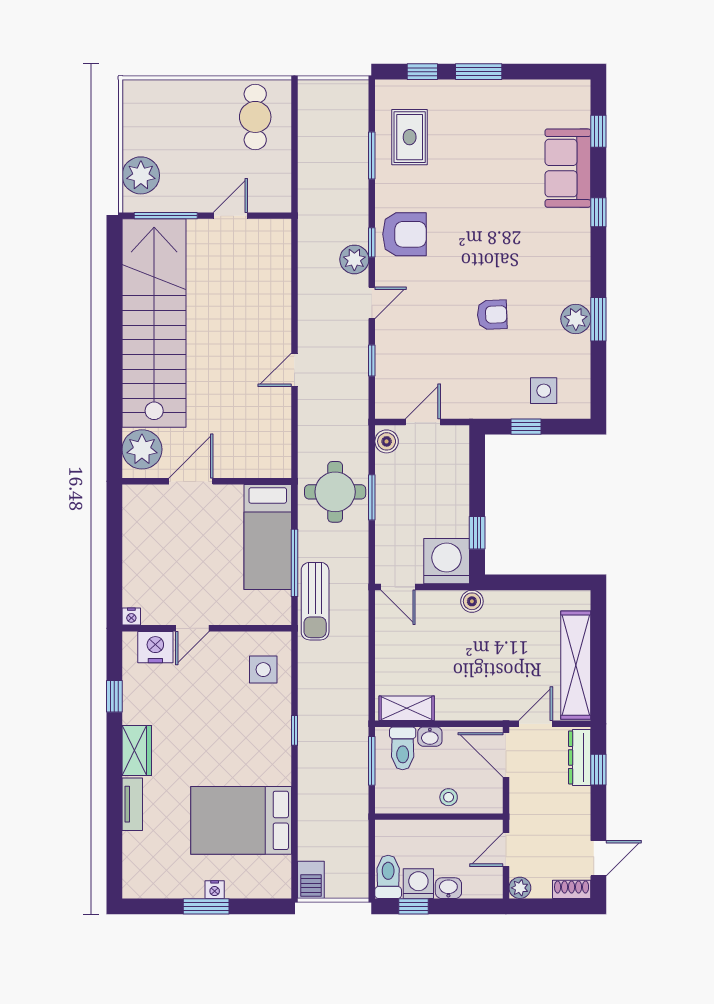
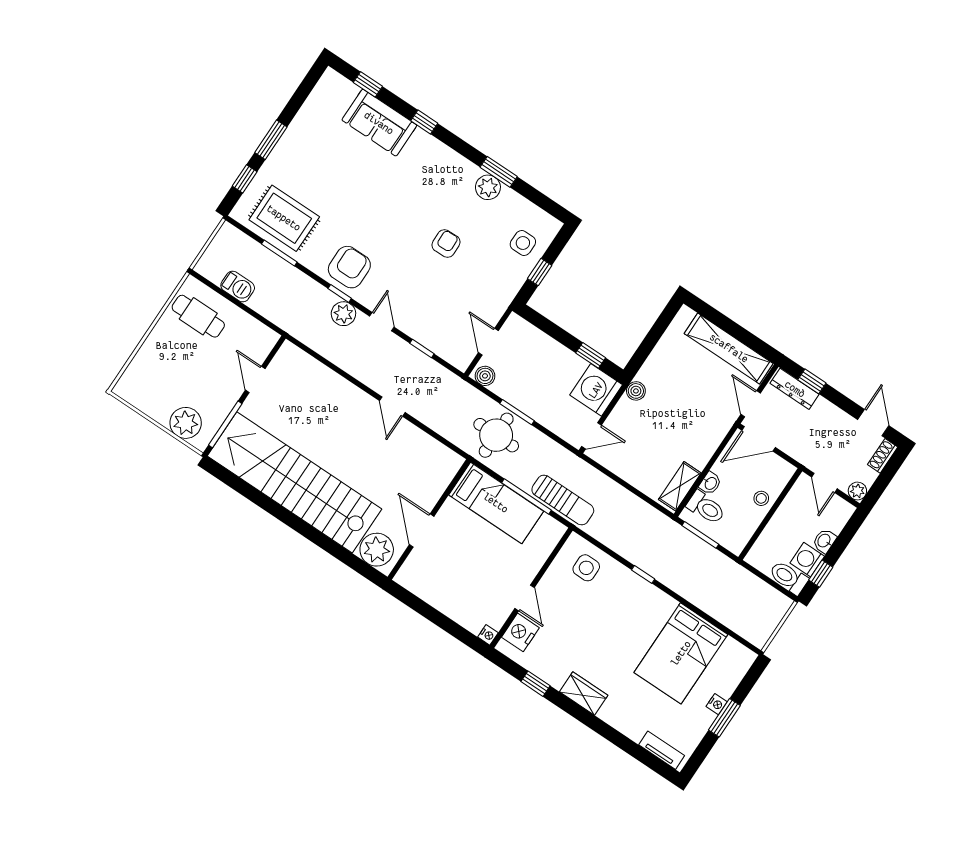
rug: (410, 137) -> (284, 218), width x1.36, depth x1.43
tv unit: (132, 804) -> (662, 750), moved
barbecue: (311, 880) -> (238, 287), moved

